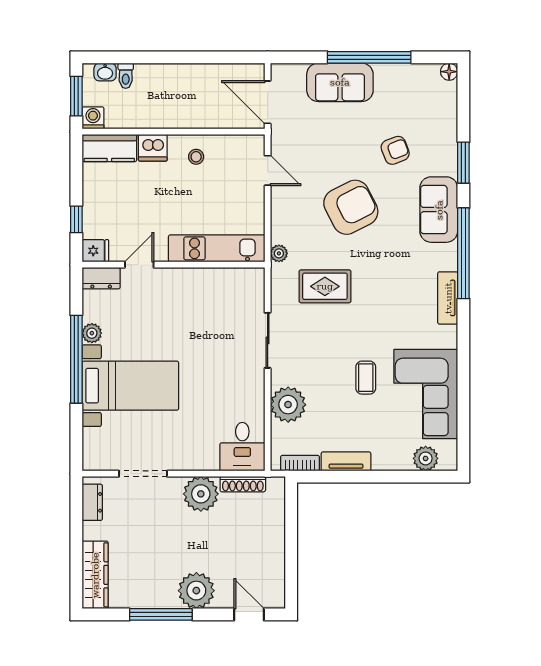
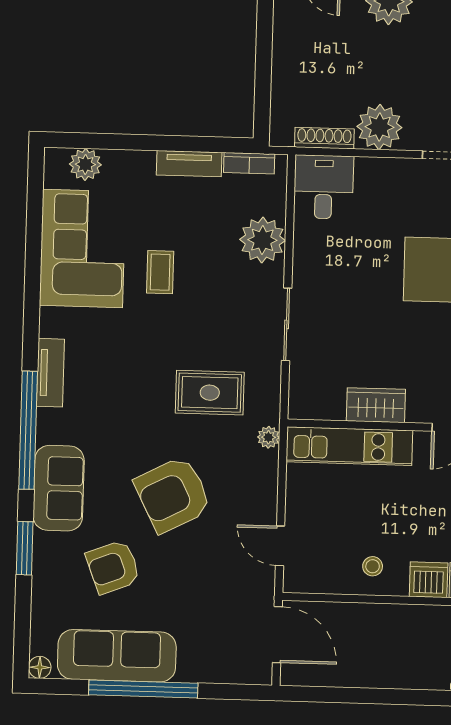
sofa: (340, 82) -> (117, 656), moved, width x1.36
armchair: (395, 150) -> (113, 567), width x1.38, depth x1.38
wardrobe: (197, 280) -> (376, 405), added

